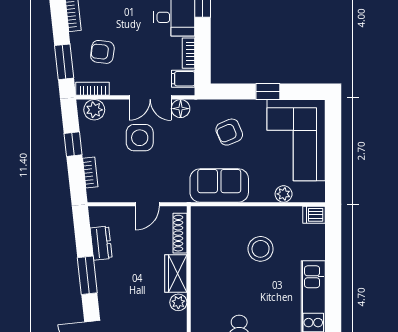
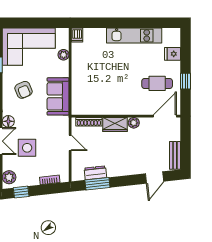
window: (73, 144) -> (21, 192), moved
stool: (261, 249) -> (99, 70), removed
window: (87, 275) -> (97, 184), moved

